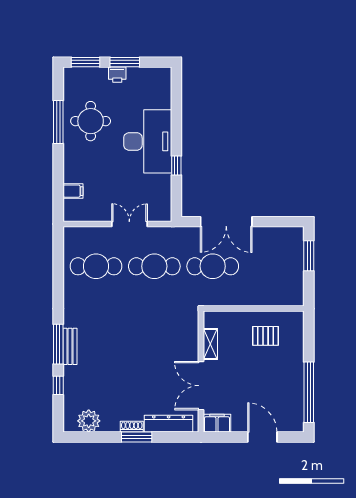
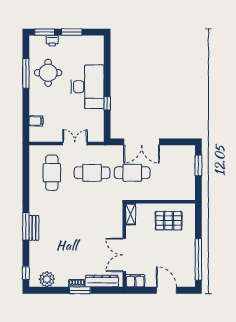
printer: (117, 75) -> (52, 41), moved
cafe table: (96, 266) -> (52, 173), turned 90
pallet: (266, 336) -> (169, 221), width x1.50, depth x1.42
shelving: (210, 344) -> (131, 214), moved
window: (58, 385) -> (26, 273), moved

